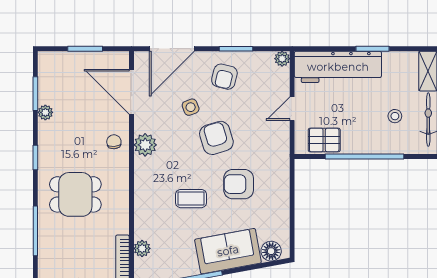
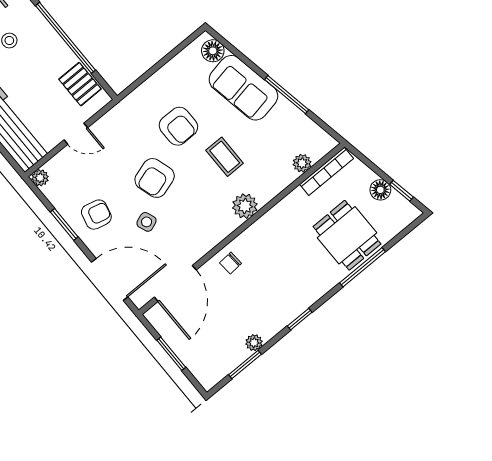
plant: (145, 145) -> (245, 206), moved
dining table: (75, 194) -> (347, 235), moved

